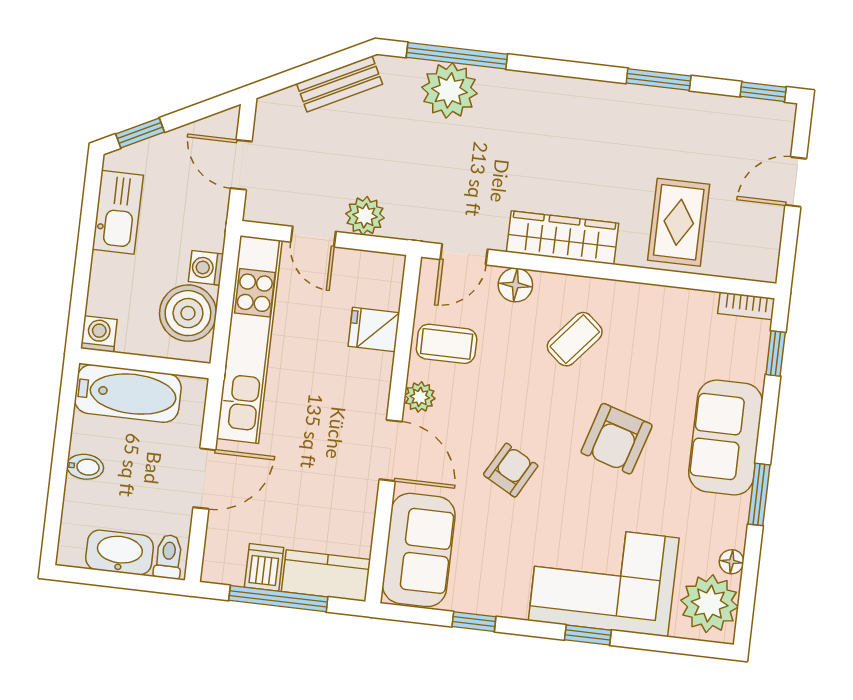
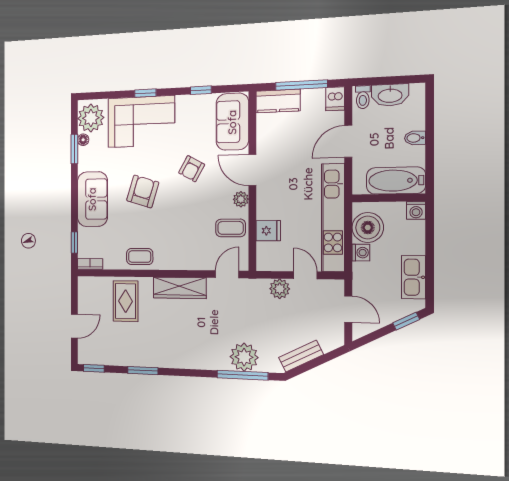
floor lamp: (515, 285) -> (200, 262), removed
coffee table: (575, 339) -> (140, 257), moved, turned 50
window: (759, 494) -> (74, 149), moved
dishwasher: (264, 567) -> (335, 99), moved

